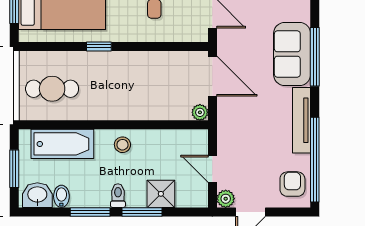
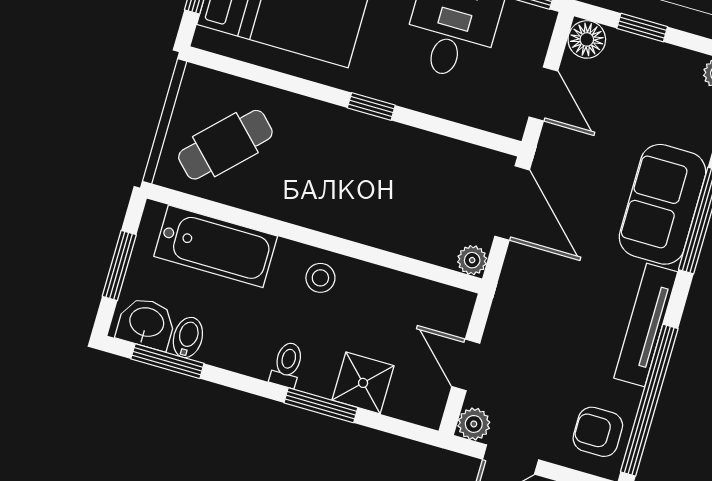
window: (99, 46) -> (371, 106), moved
cafe table: (52, 89) -> (225, 145), turned -45
armchair: (292, 184) -> (598, 432), turned -90
window: (90, 212) -> (167, 361), moved

